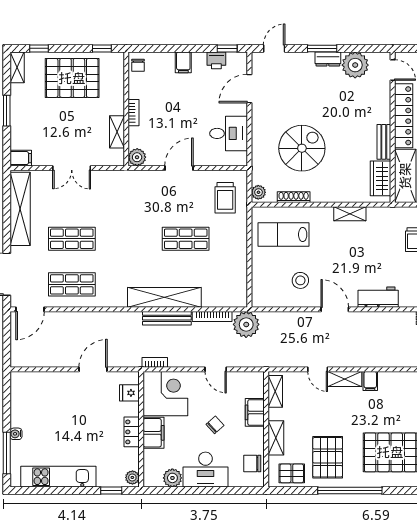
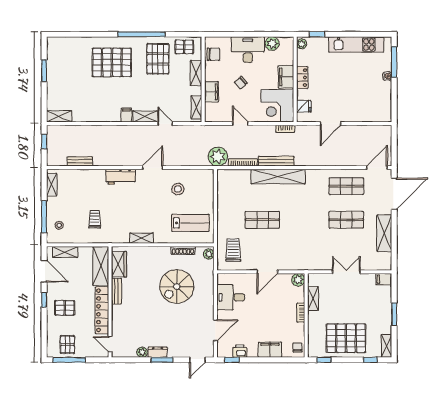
filing cabinet: (183, 62) -> (270, 350), width x2.00
plant: (355, 65) -> (142, 352), width x0.53, depth x0.53
shelving: (20, 209) -> (384, 233), width x0.68
door: (335, 309) -> (153, 168), swing flipped

